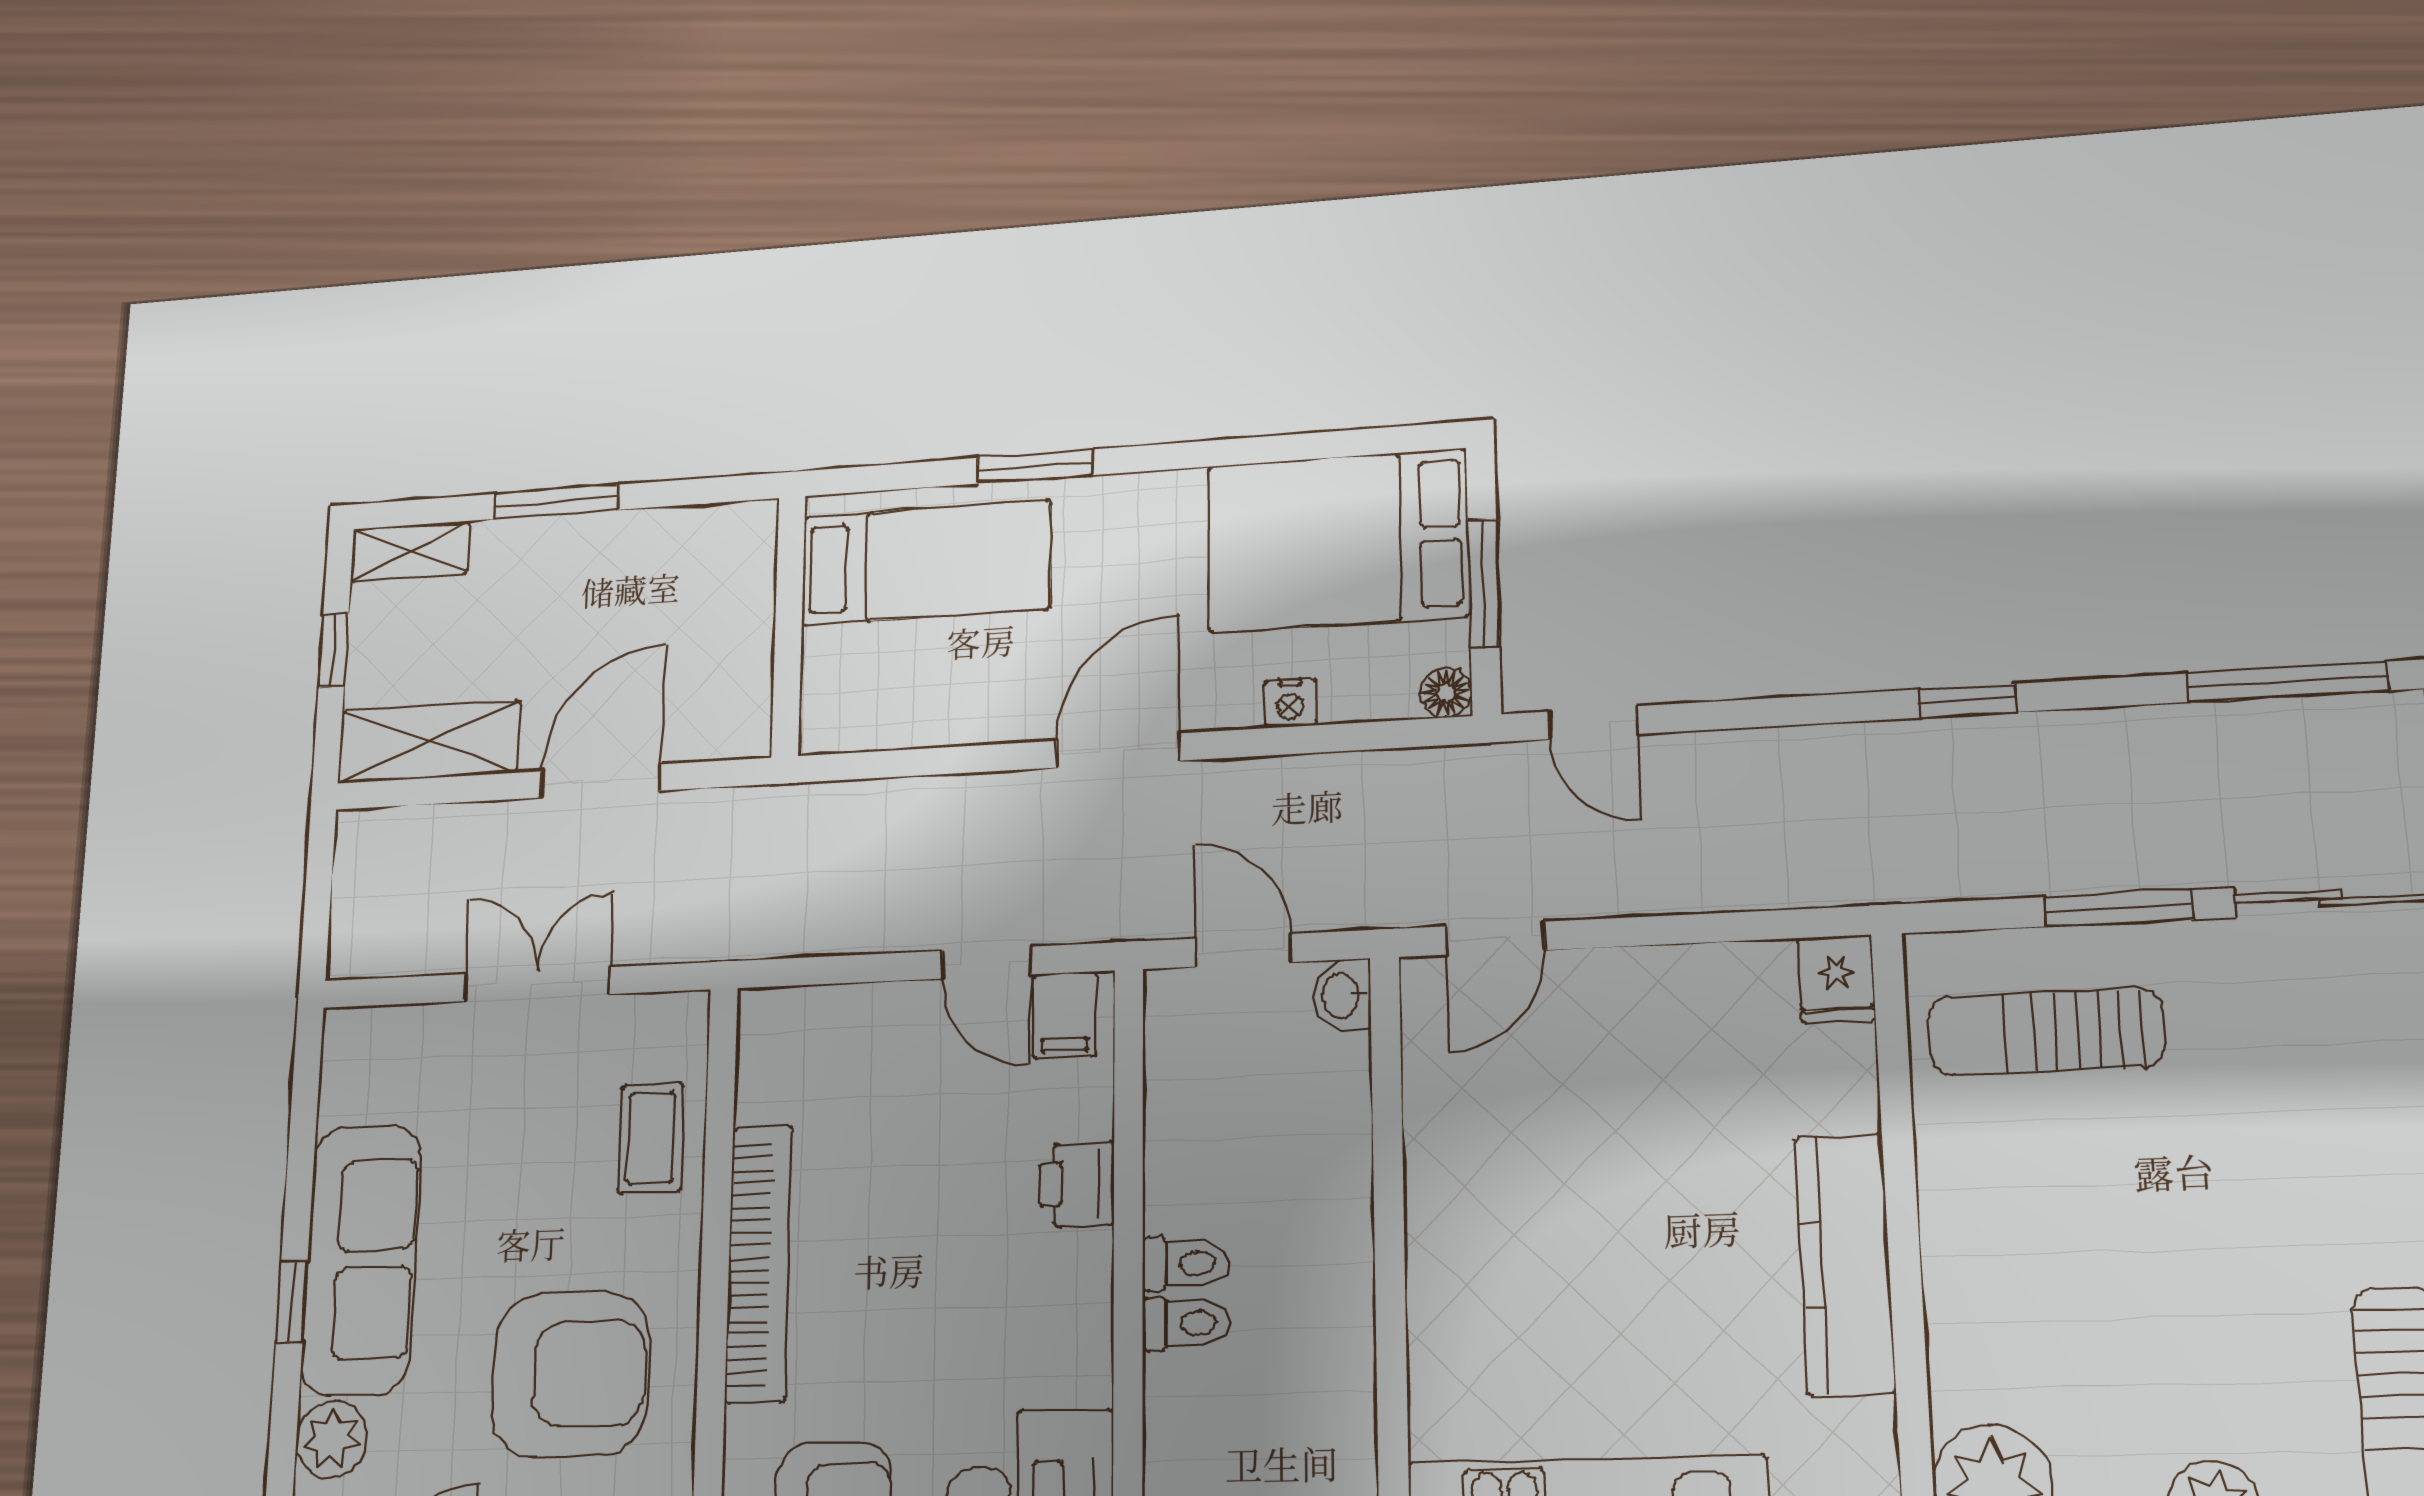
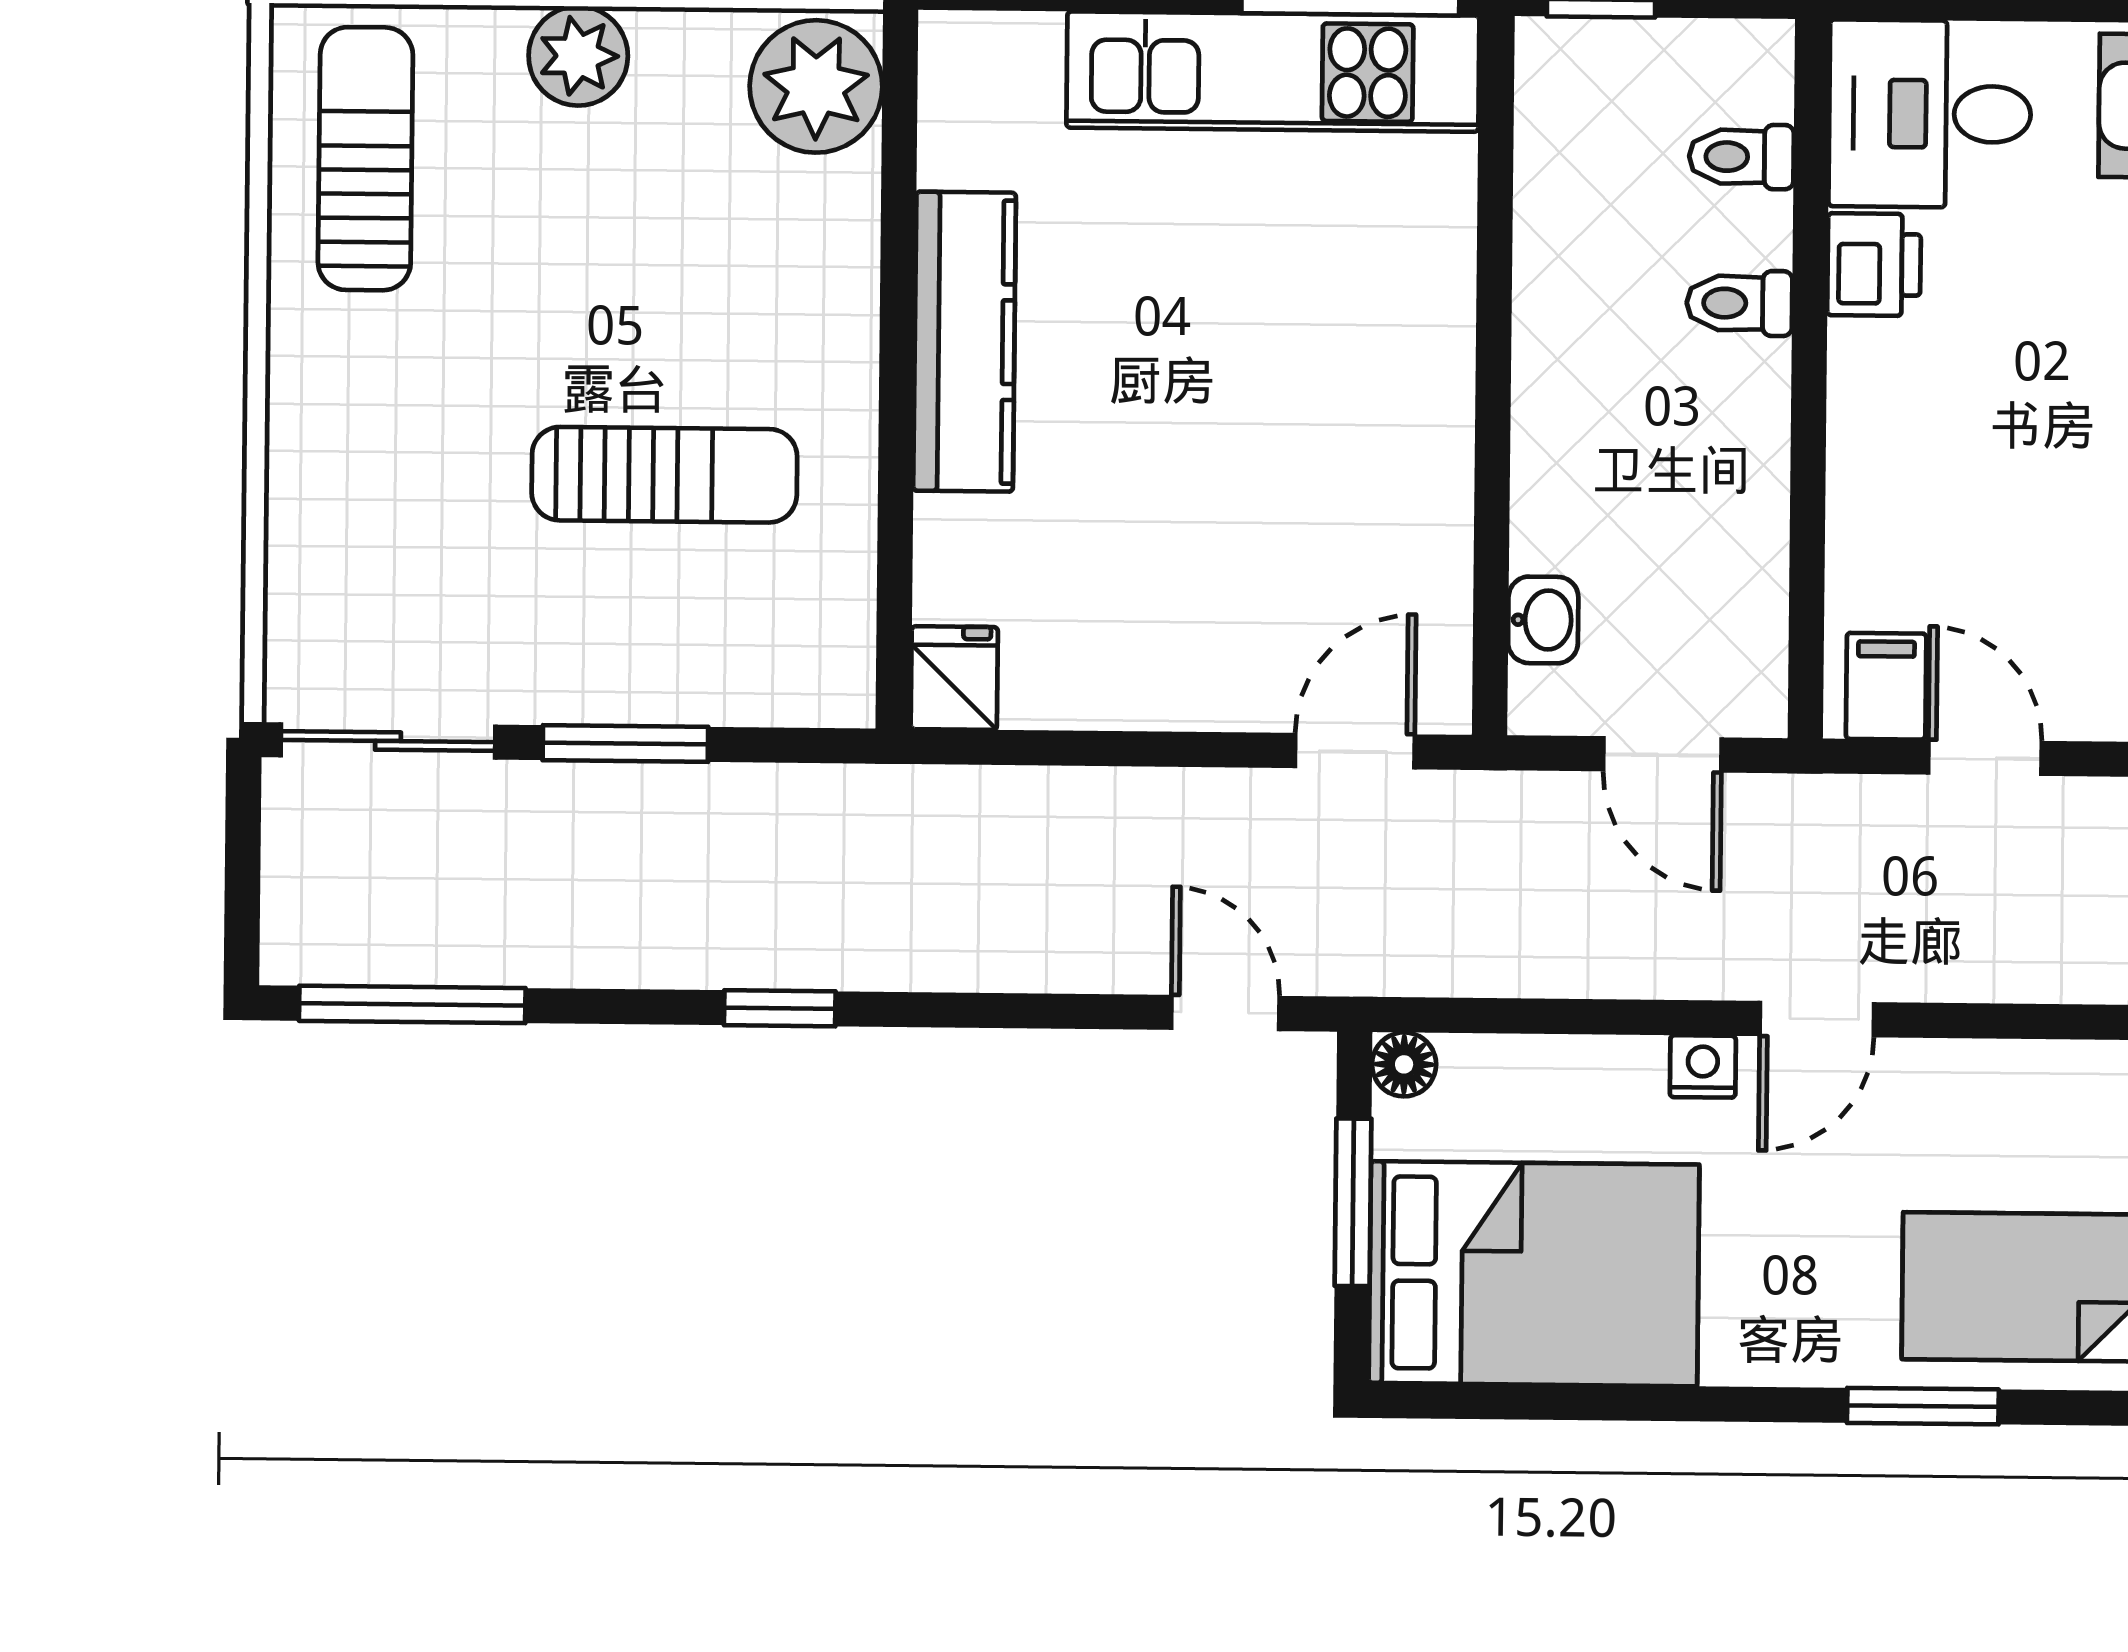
nightstand: (1290, 703) -> (1703, 1066), moved
door: (1118, 751) -> (1817, 1019), width x0.73
washbasin: (1342, 996) -> (1543, 620), moved
sun lounger: (2046, 1032) -> (664, 475), moved
printer: (1077, 1184) -> (1874, 265), moved
toilet: (1185, 1263) -> (1741, 157), moved

